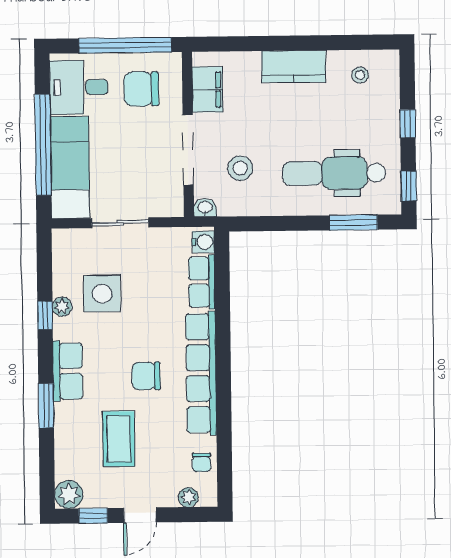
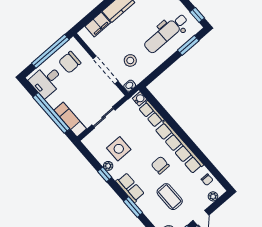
filing cabinet: (208, 90) -> (98, 24), moved, turned 90
exam couch: (70, 167) -> (70, 120), width x0.73, depth x0.69
chair: (146, 376) -> (160, 165), turned 90

